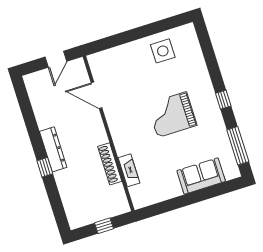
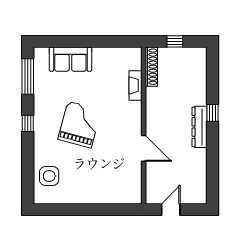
side table: (163, 51) -> (49, 176), moved
door: (97, 95) -> (144, 148), moved
grand piano: (172, 115) -> (80, 124), turned -75
shoe rack: (110, 164) -> (151, 67), moved

